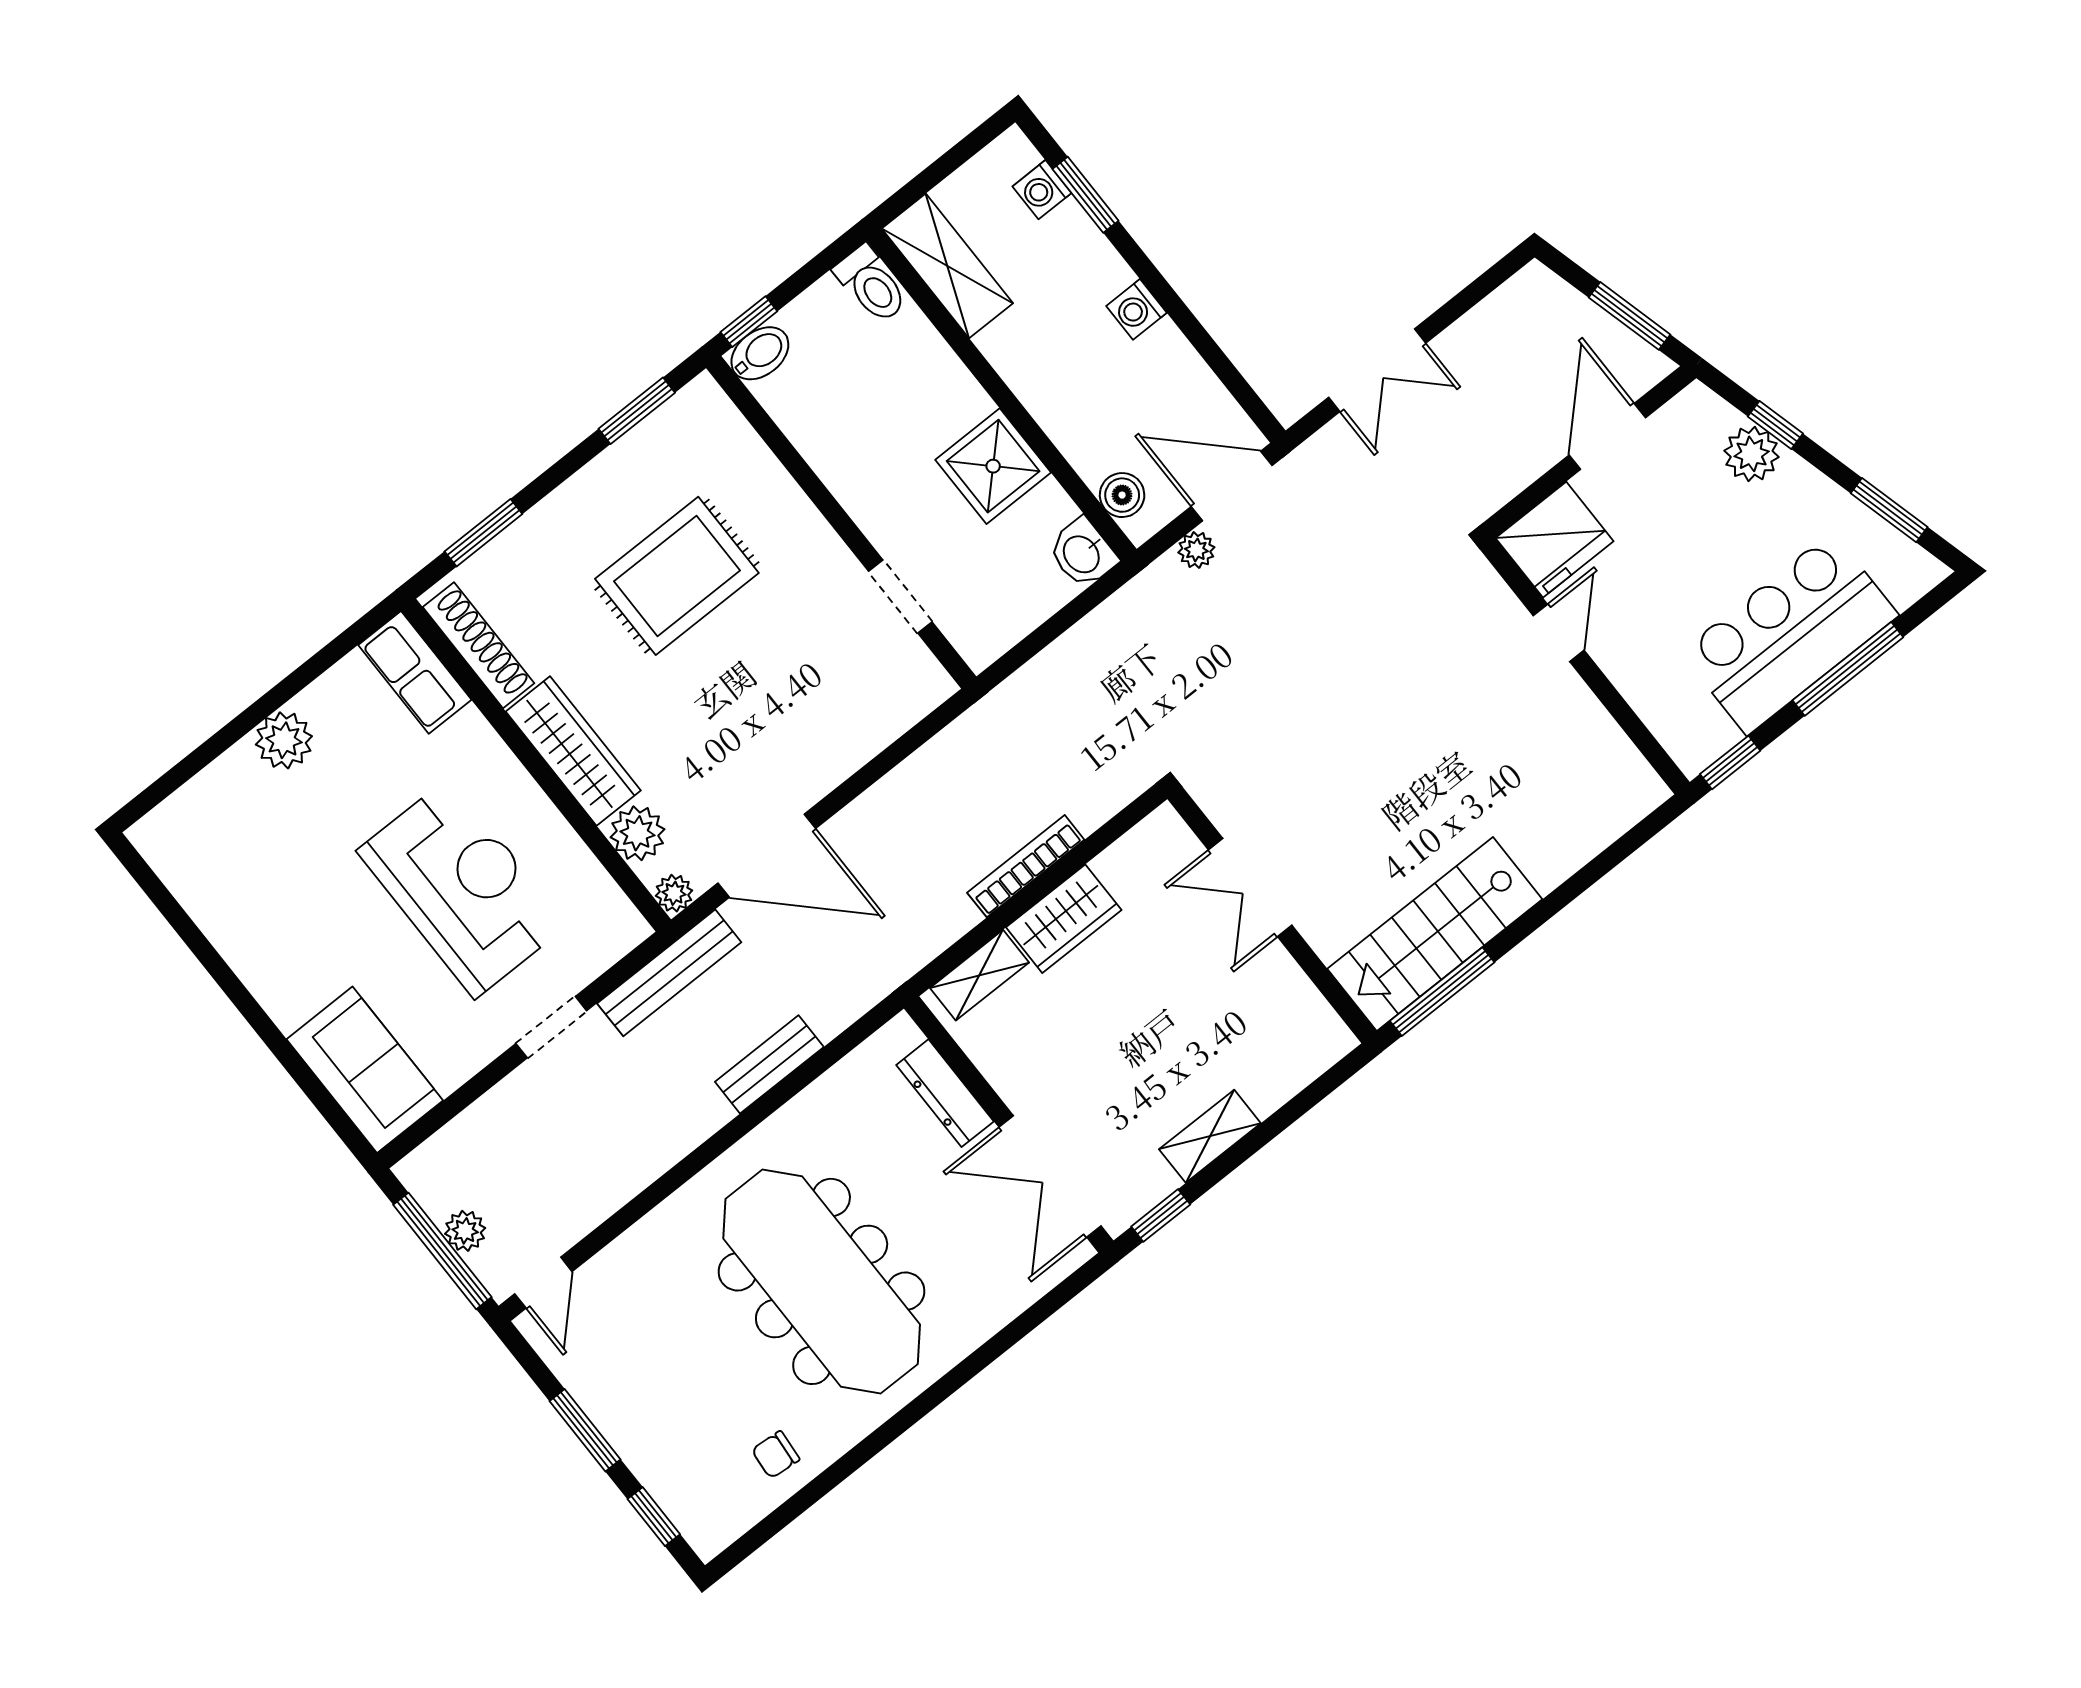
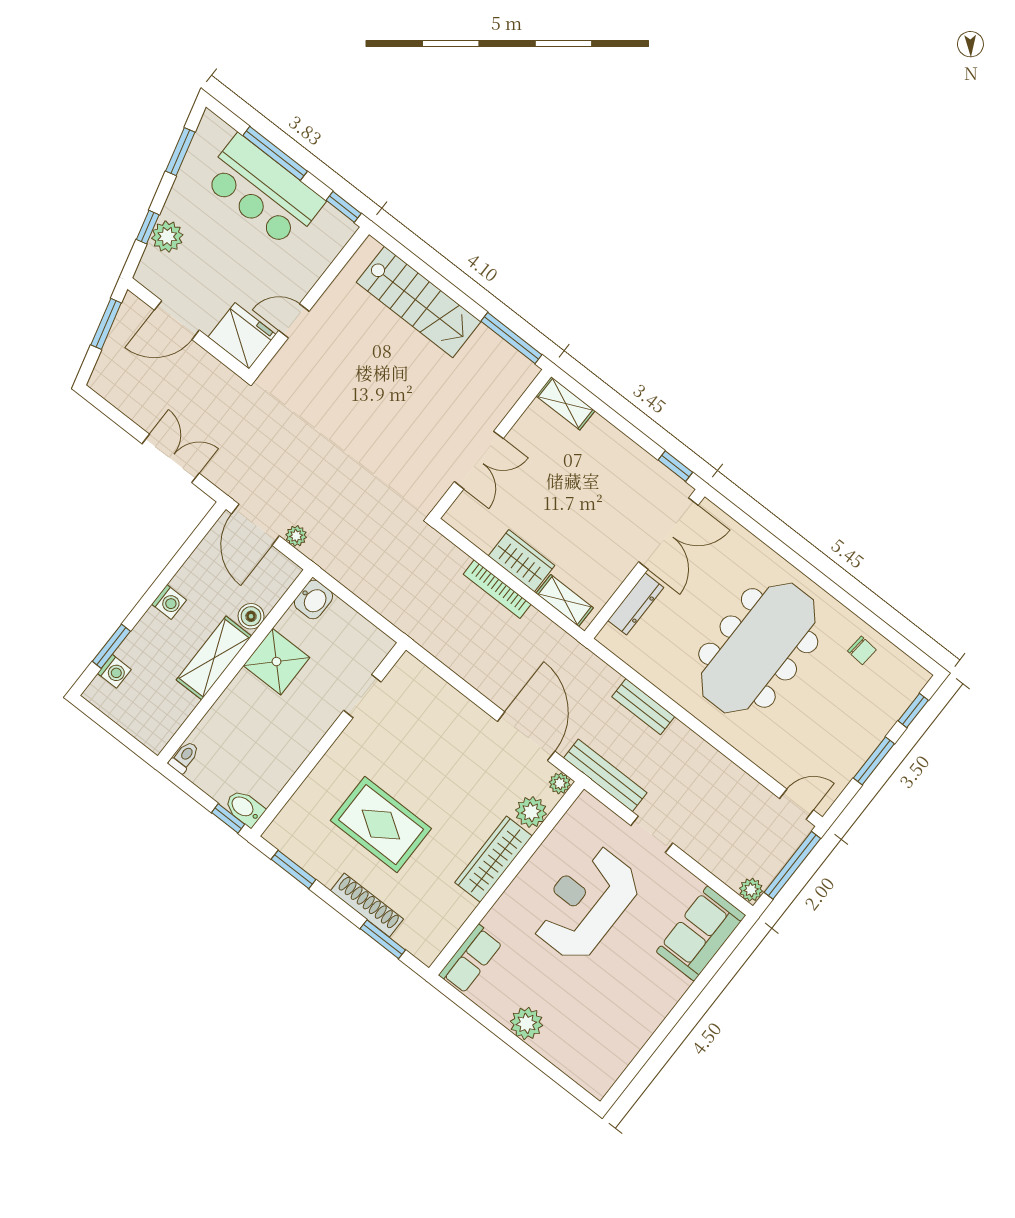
shelving: (947, 266) -> (214, 658), moved
toilet: (871, 284) -> (184, 757), width x0.73, depth x0.72
boiler: (1122, 495) -> (251, 616), moved
shoe rack: (478, 645) -> (367, 905), moved, turned 90
stairs: (1435, 934) -> (419, 302), moved
shelving: (1210, 1136) -> (565, 403), moved
plant: (465, 1231) -> (751, 890), moved

